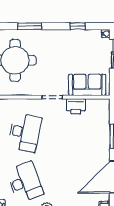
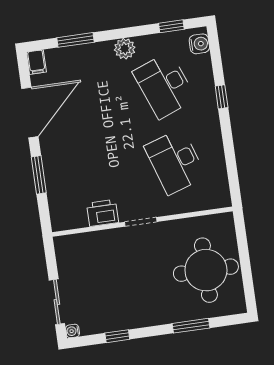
sofa: (87, 85) -> (90, 248), removed
desk: (25, 132) -> (175, 162), turned -30

